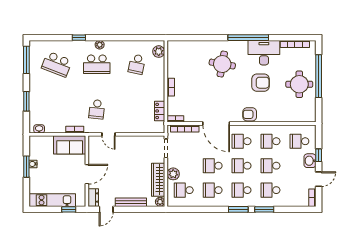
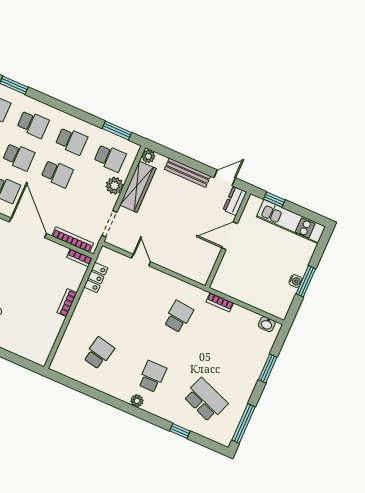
window: (79, 38) -> (180, 431), moved
plant: (159, 52) -> (62, 357), removed
school desk: (97, 64) -> (152, 376), width x0.54
door: (109, 134) -> (141, 260), moved
sofa: (70, 145) -> (236, 285), removed
window: (238, 209) -> (117, 130), moved

